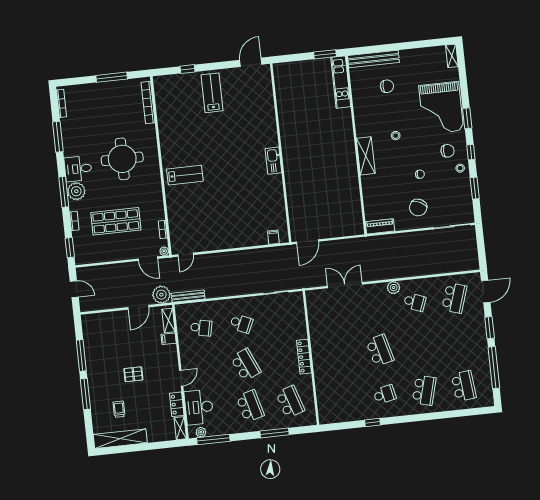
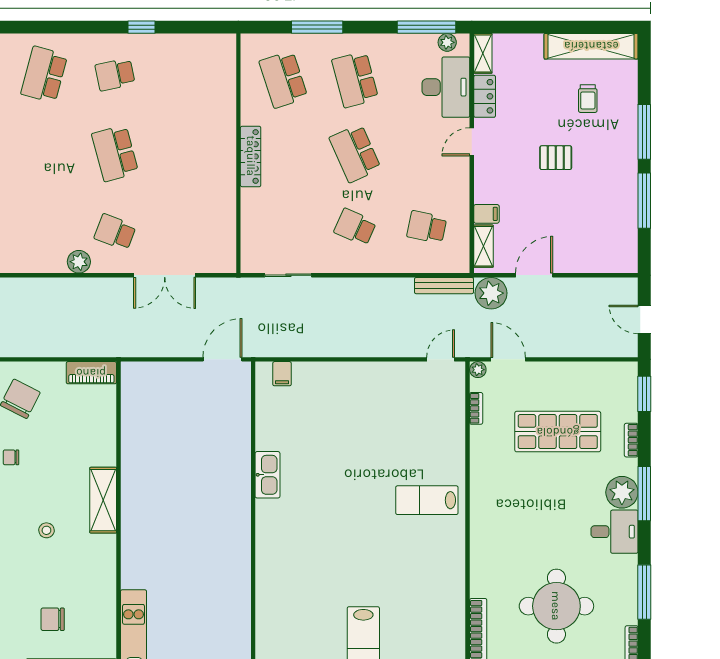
round table: (122, 159) -> (556, 606), moved
kitchen sink: (273, 161) -> (268, 475), moved
school desk: (415, 302) -> (115, 232), moved

